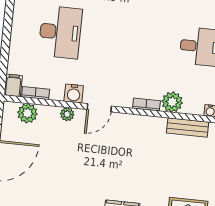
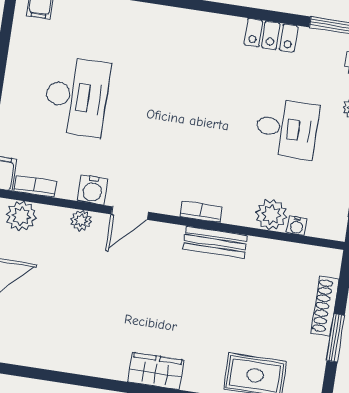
plant: (172, 102) -> (271, 215), moved
bench: (188, 127) -> (215, 242), moved

